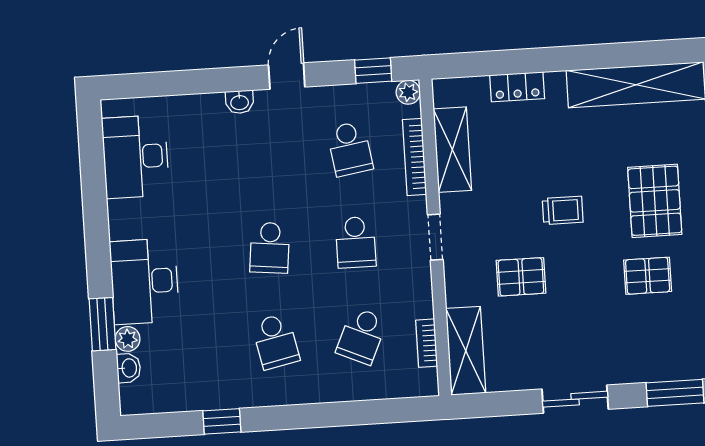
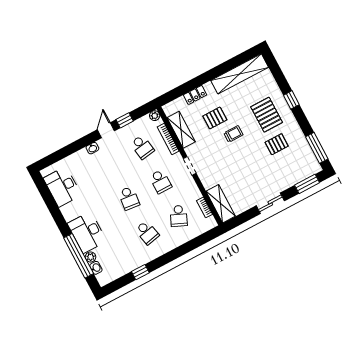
window: (373, 71) -> (125, 120), moved
pallet: (521, 277) -> (215, 118), moved
window: (102, 324) -> (79, 256), width x2.11

